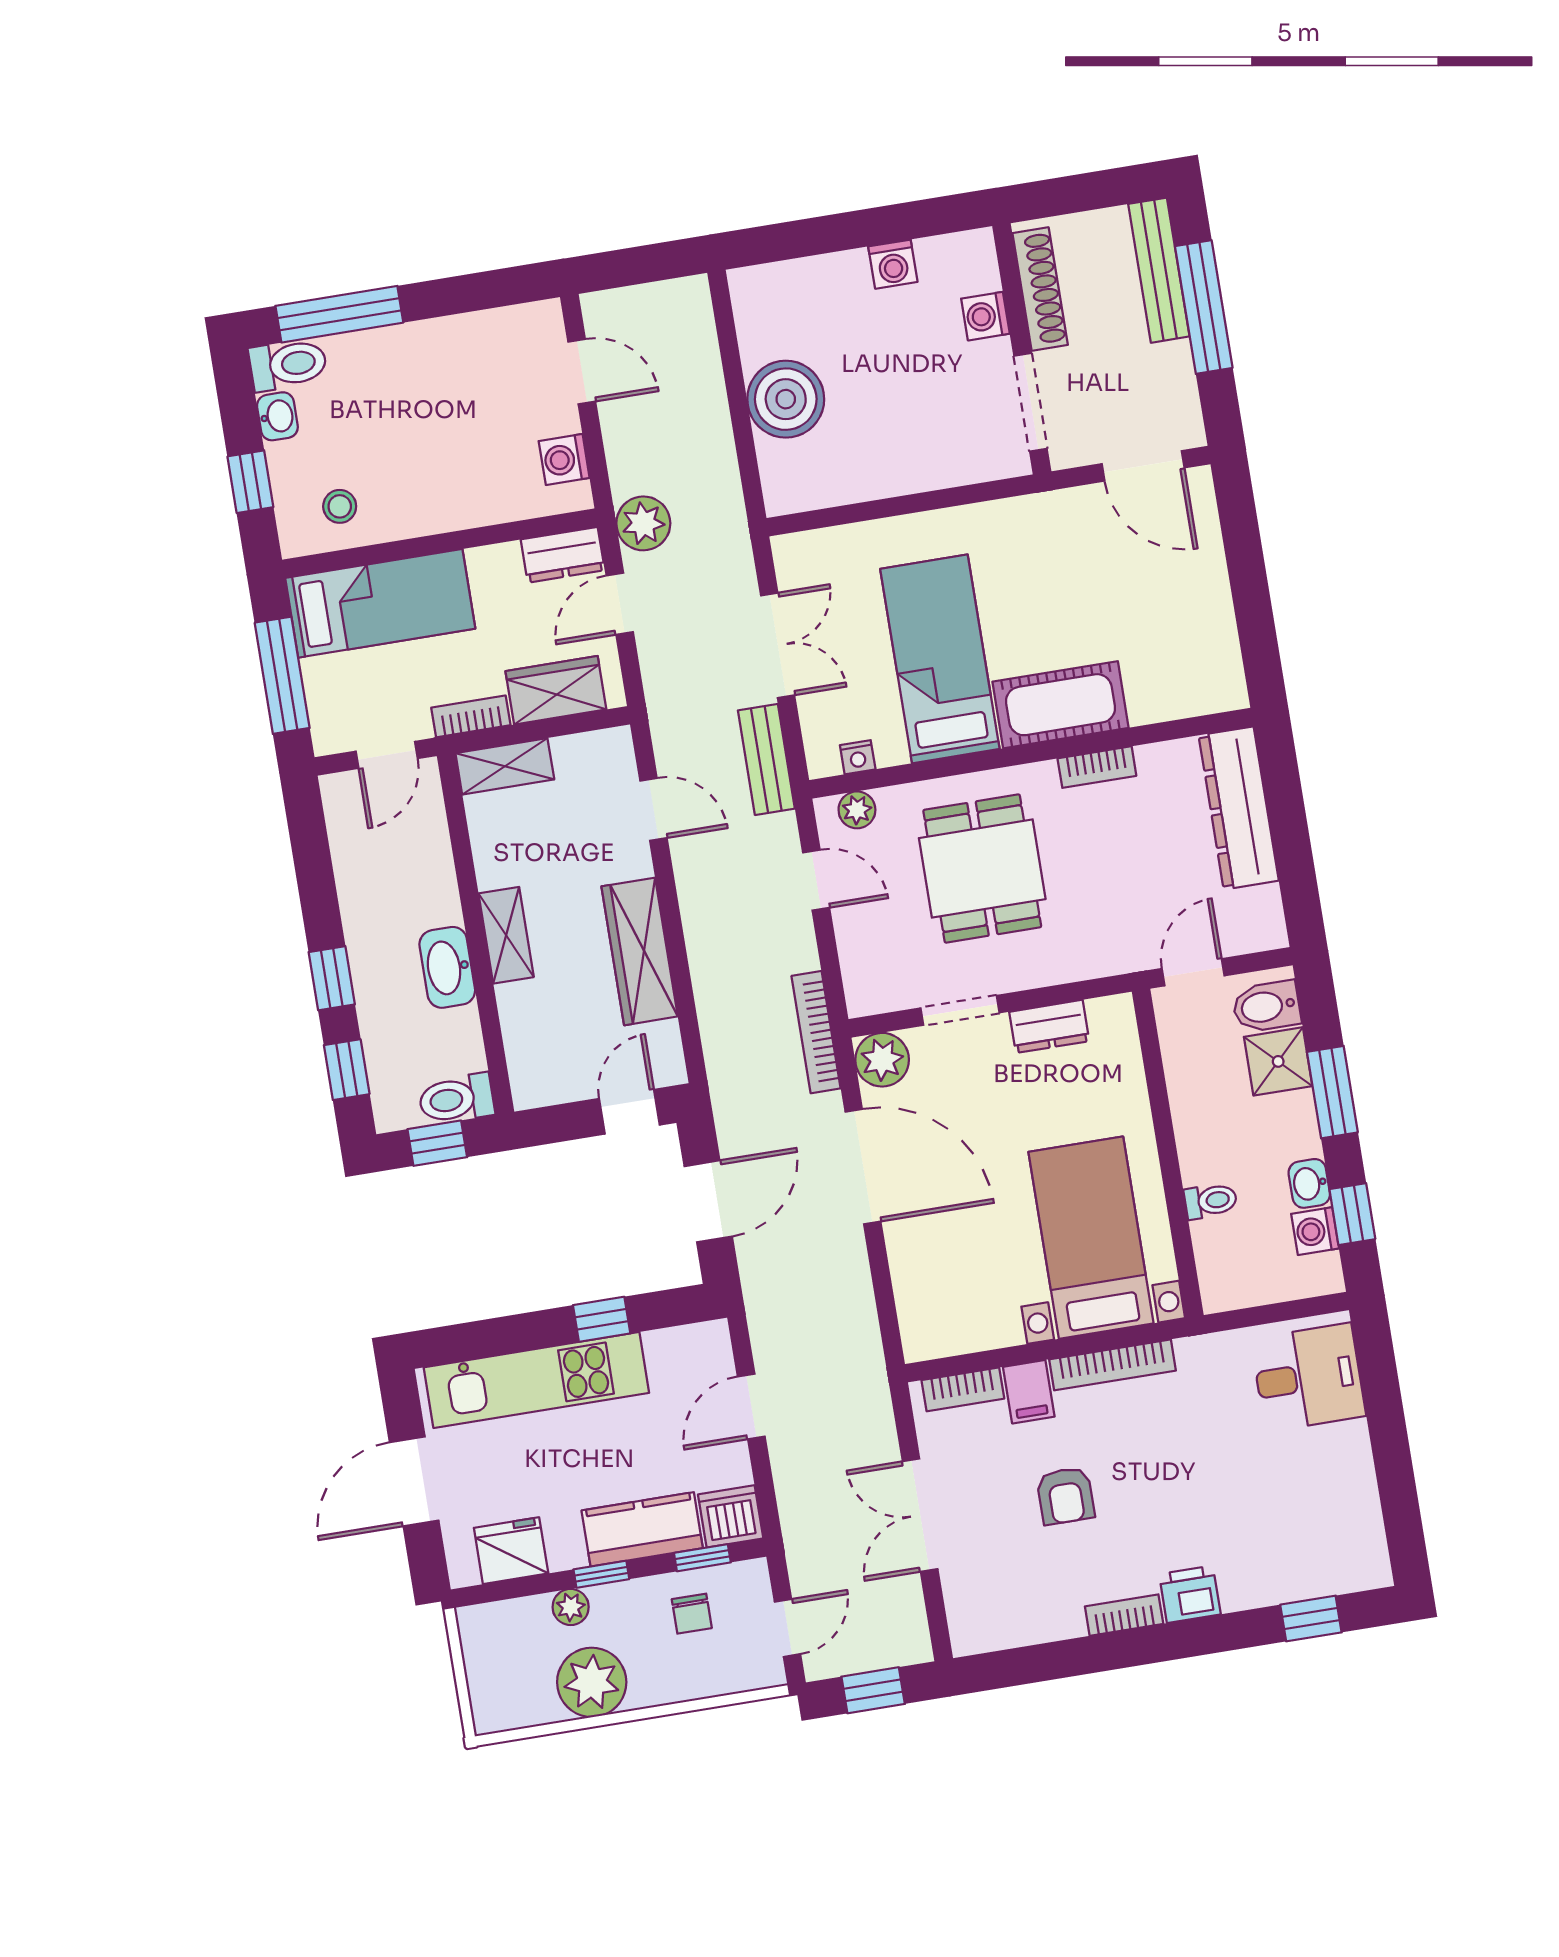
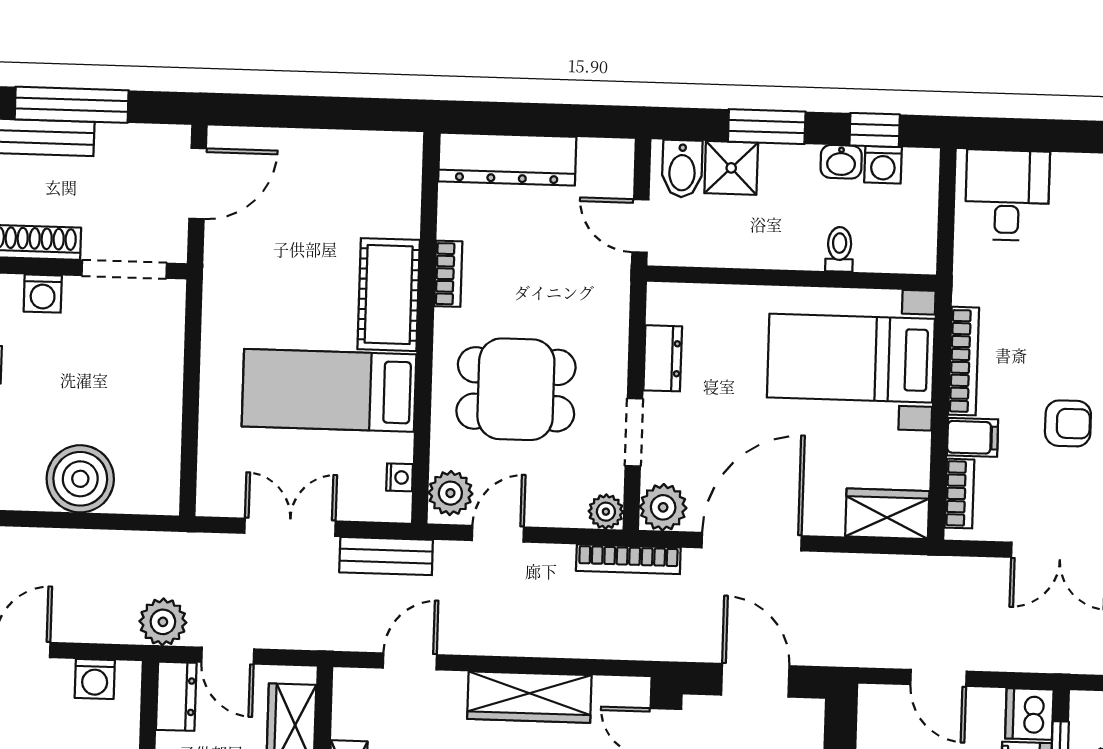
plant: (857, 810) -> (450, 493), width x1.38, depth x1.38
plant: (865, 996) -> (606, 512), added
wardrobe: (924, 1313) -> (887, 514), added

